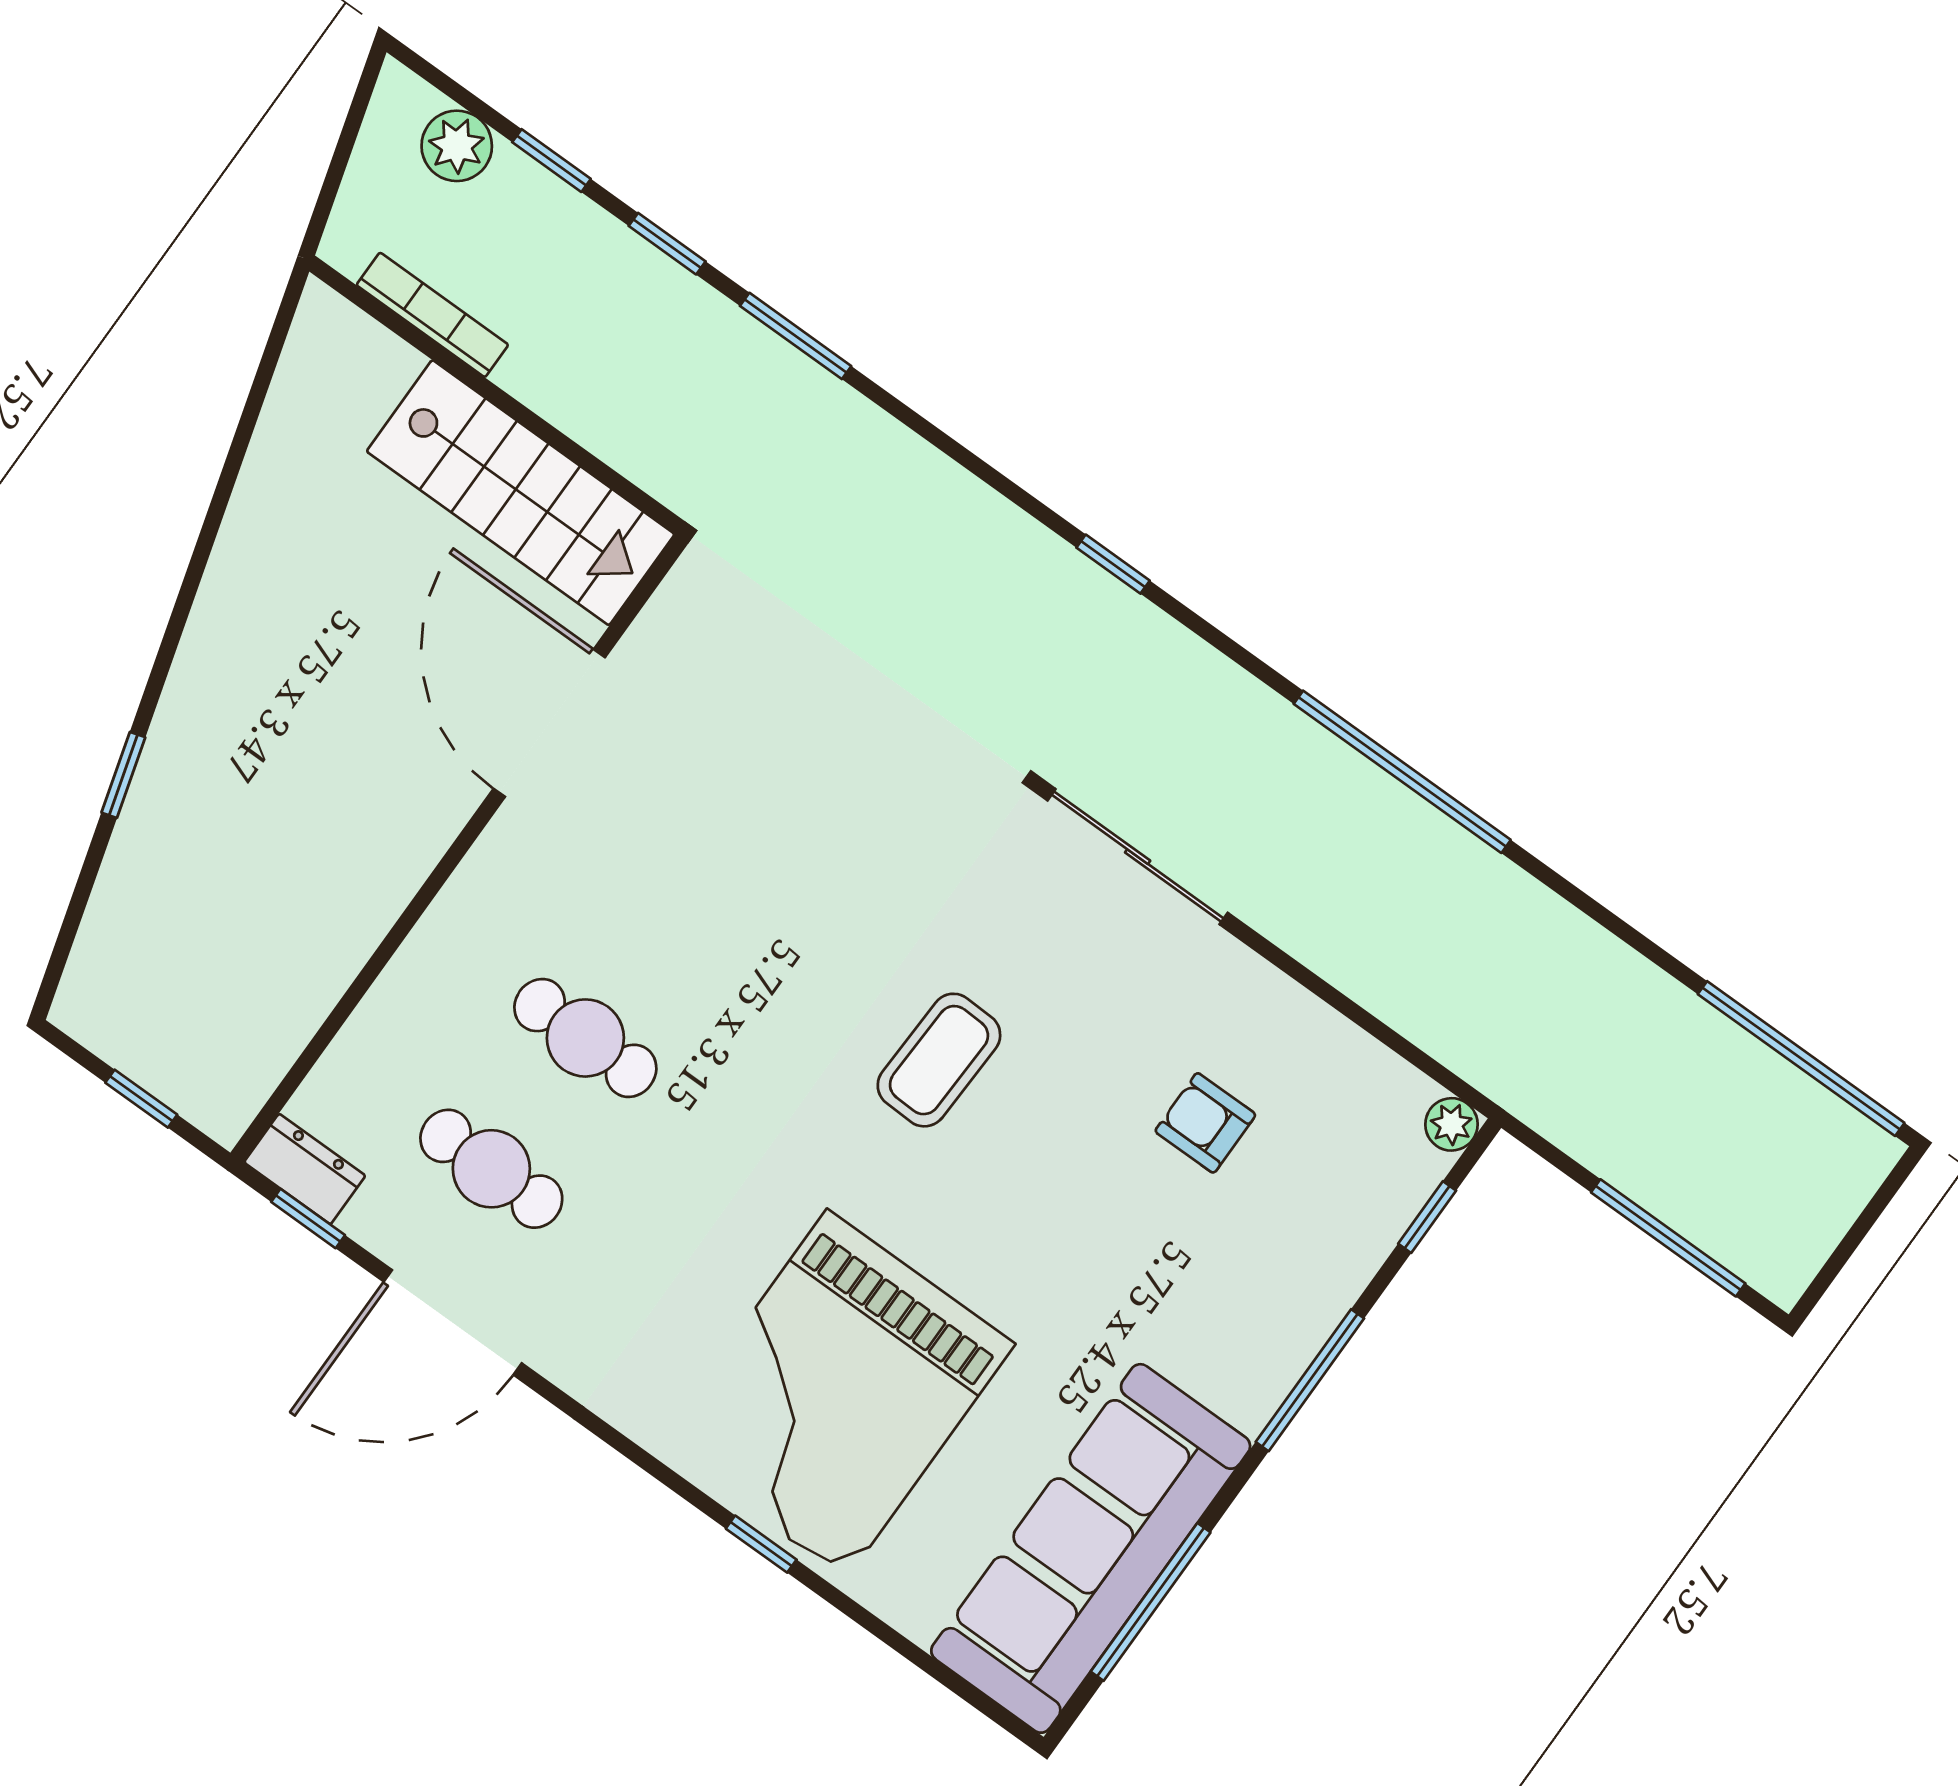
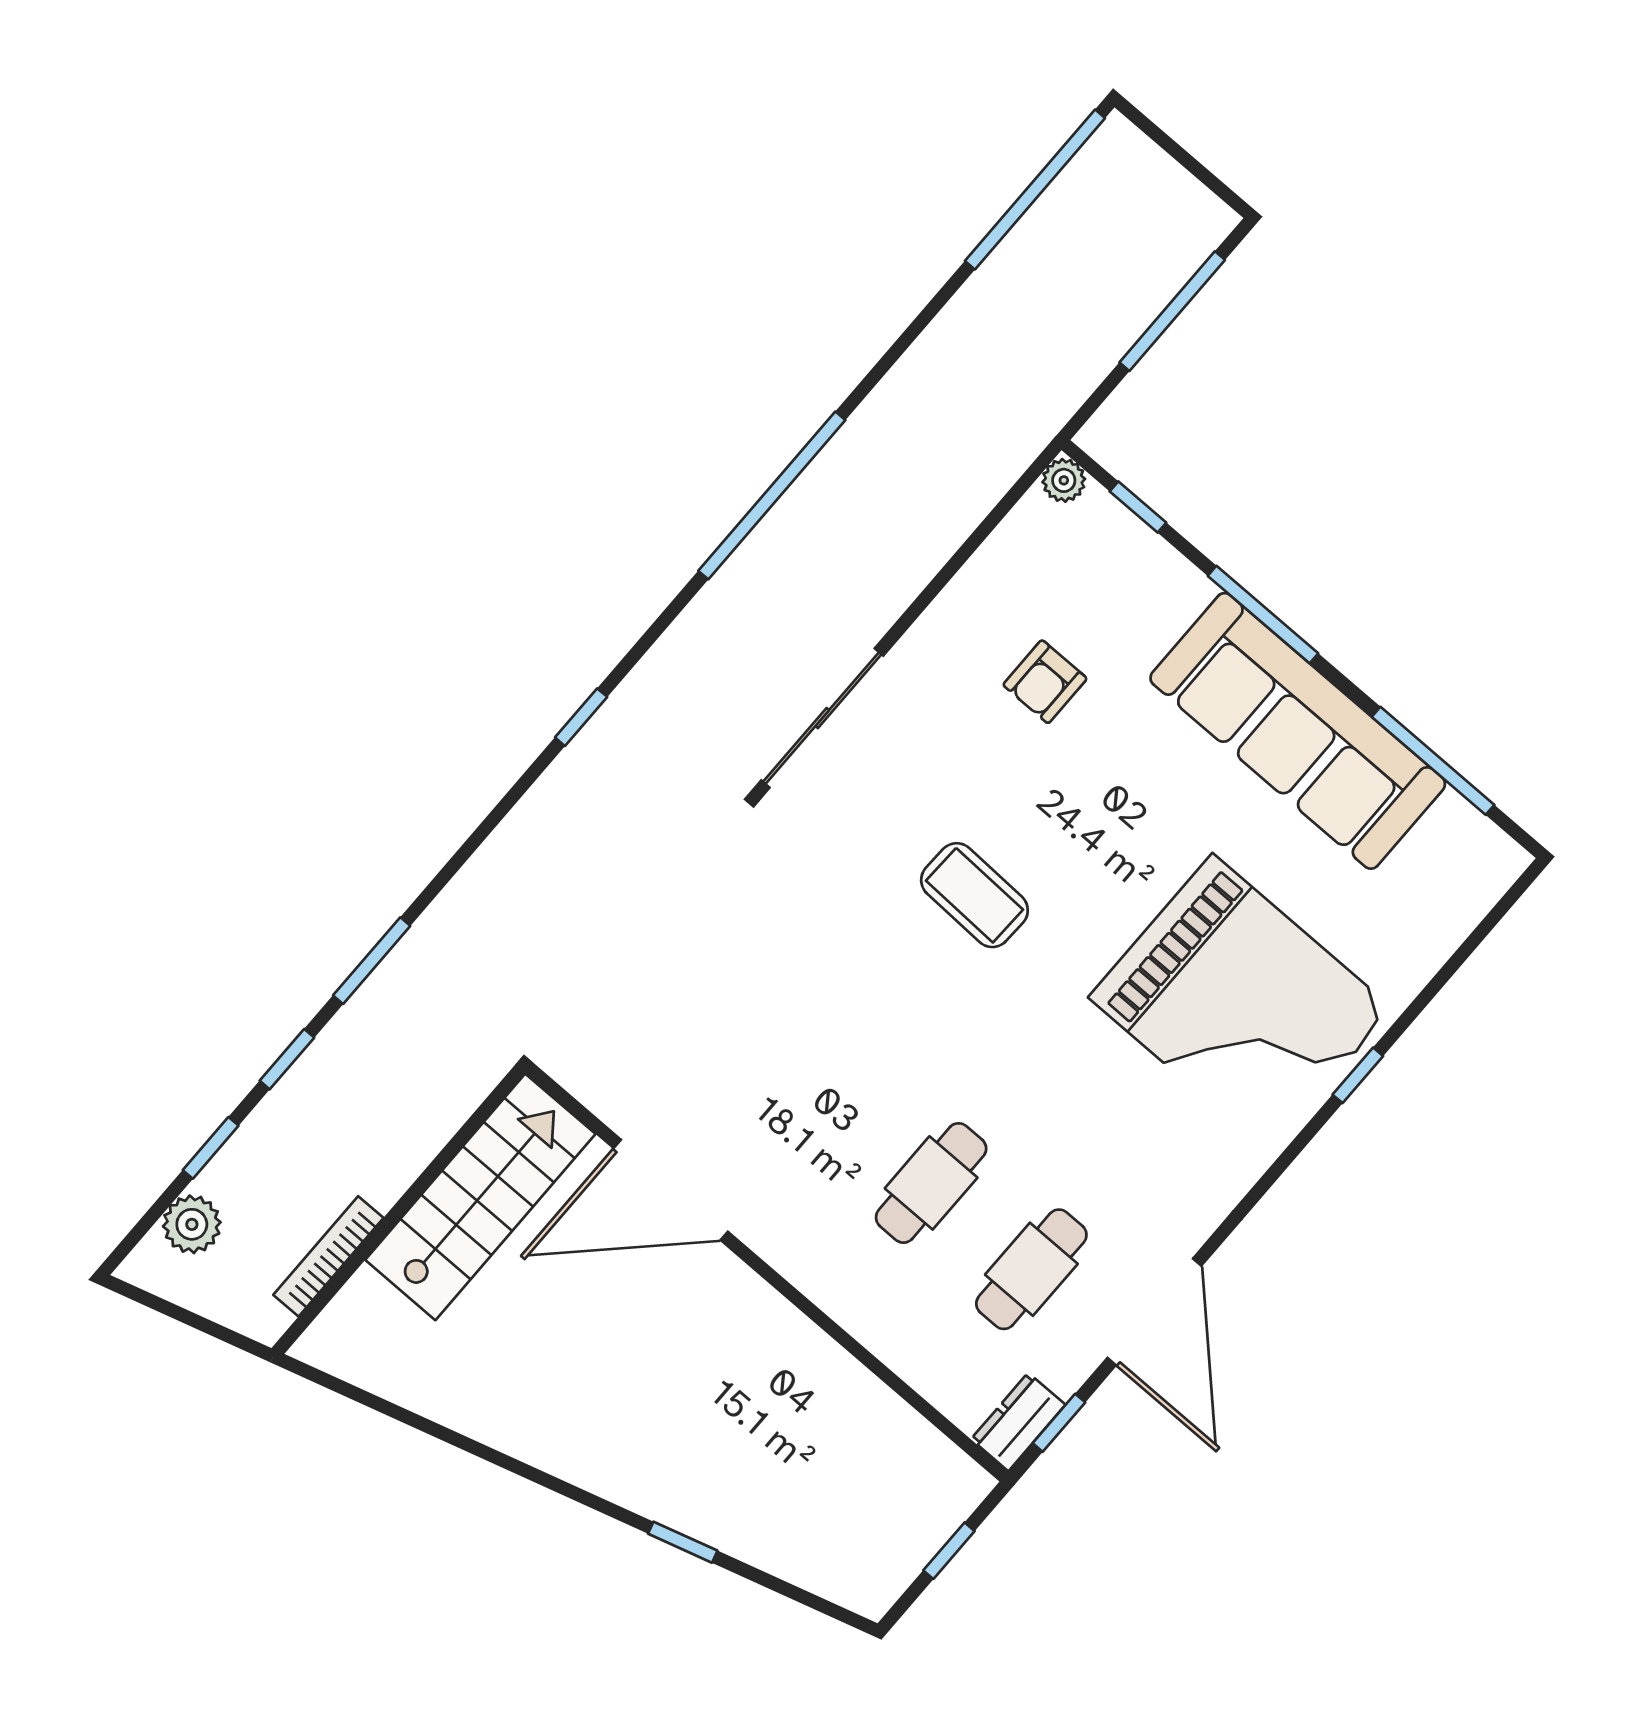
sofa: (1091, 1548) -> (1298, 731), moved

